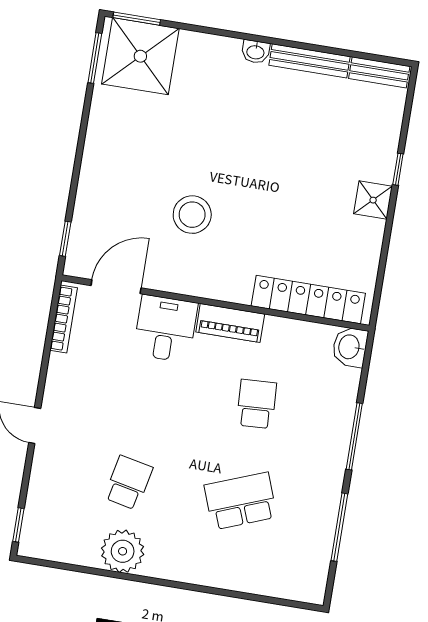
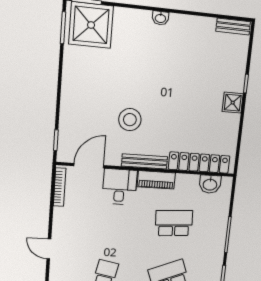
bench: (309, 61) -> (145, 161), moved
washbasin: (350, 347) -> (210, 184), moved, turned -90
school desk: (257, 404) -> (174, 223), width x1.85

